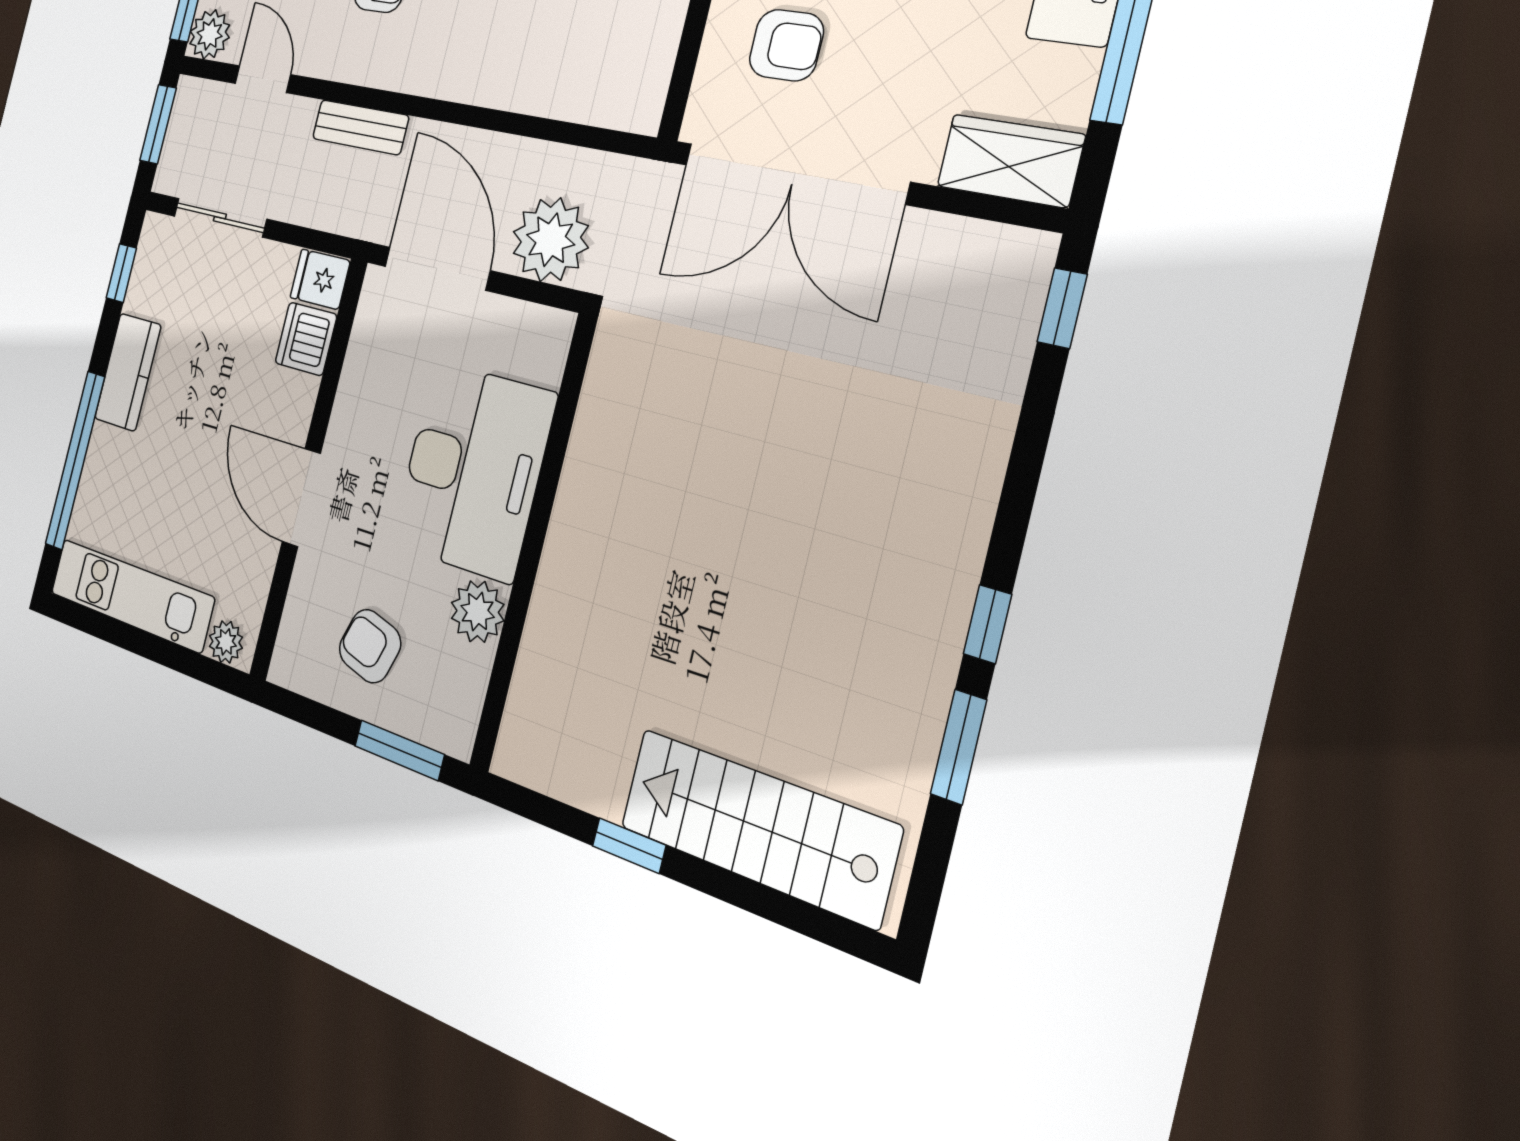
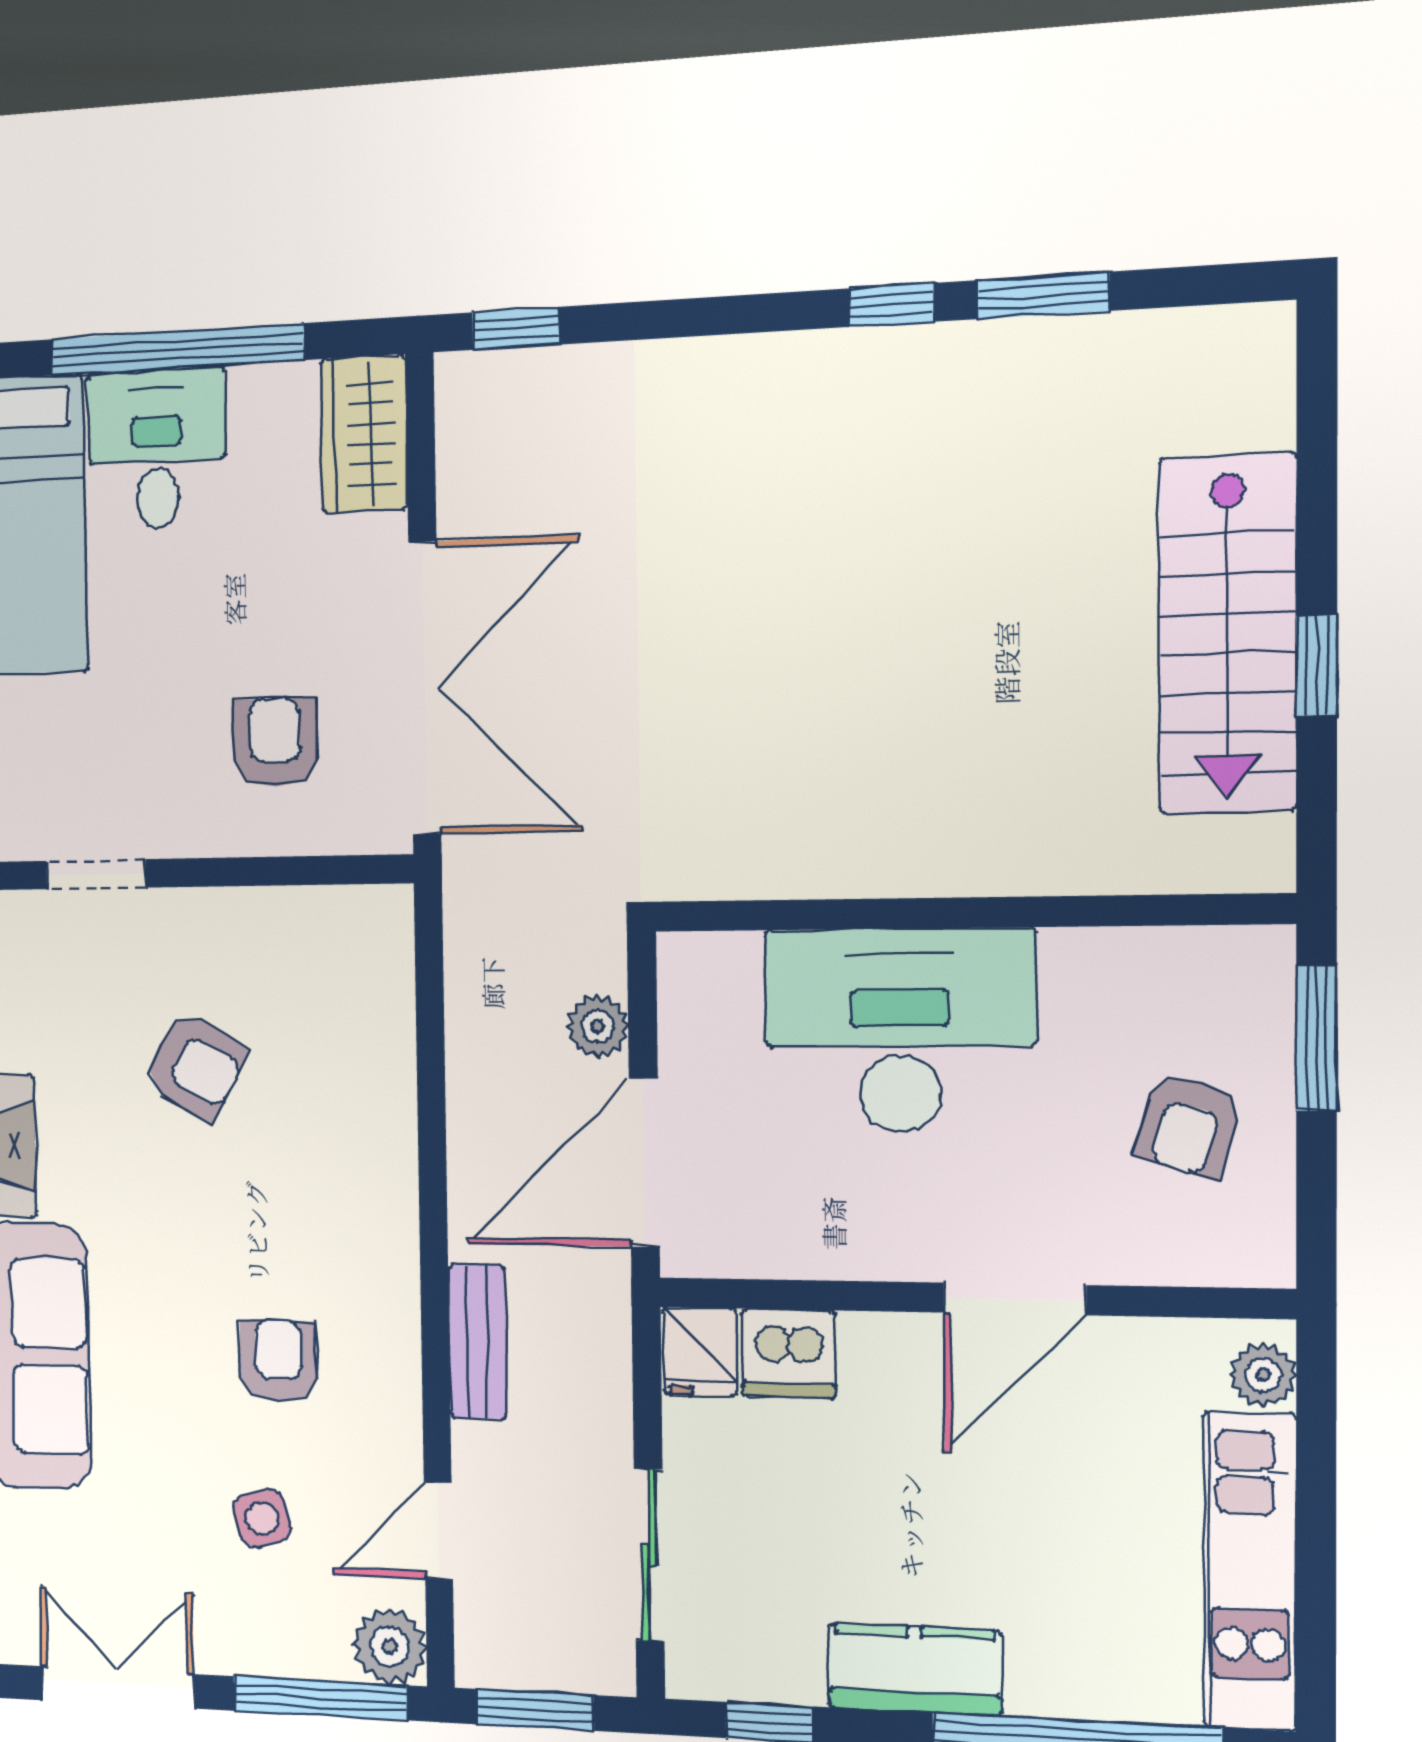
plant: (551, 240) -> (598, 1026), width x0.53, depth x0.53
plant: (478, 611) -> (1086, 970), removed
stairs: (757, 827) -> (1228, 634), moved

